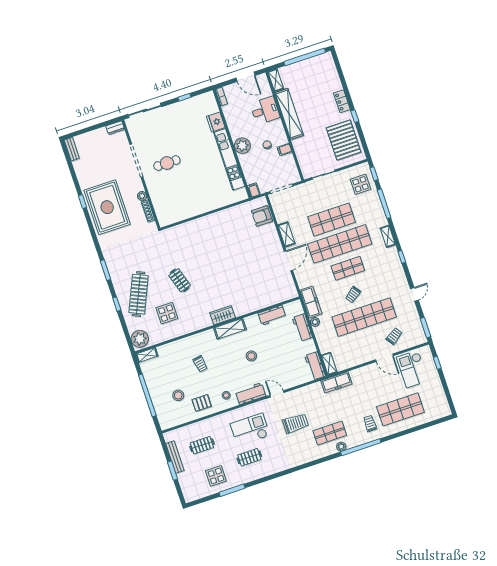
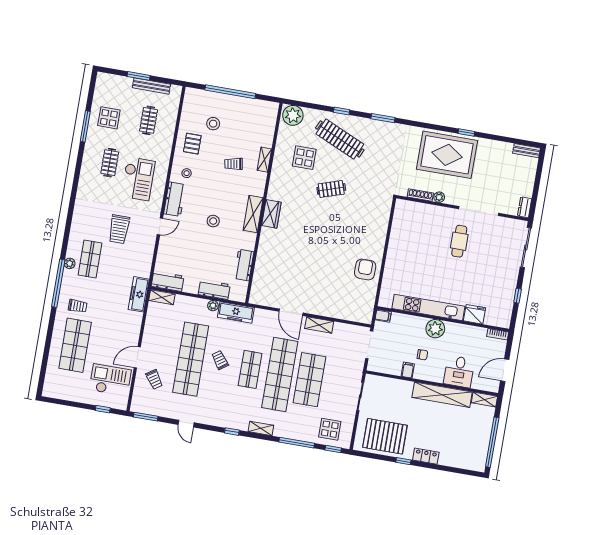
armchair: (262, 216) -> (365, 269), moved
shelving: (147, 355) -> (264, 160), moved

